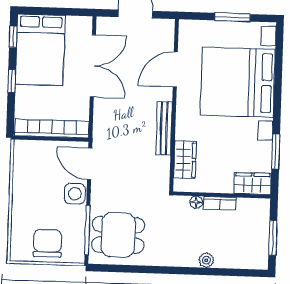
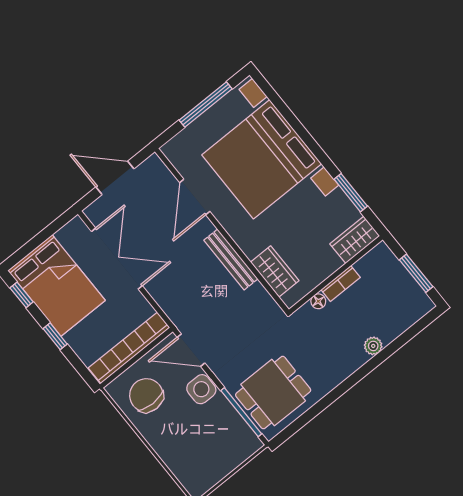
window: (232, 17) -> (206, 104), width x1.44
chair: (47, 243) -> (146, 395), moved

